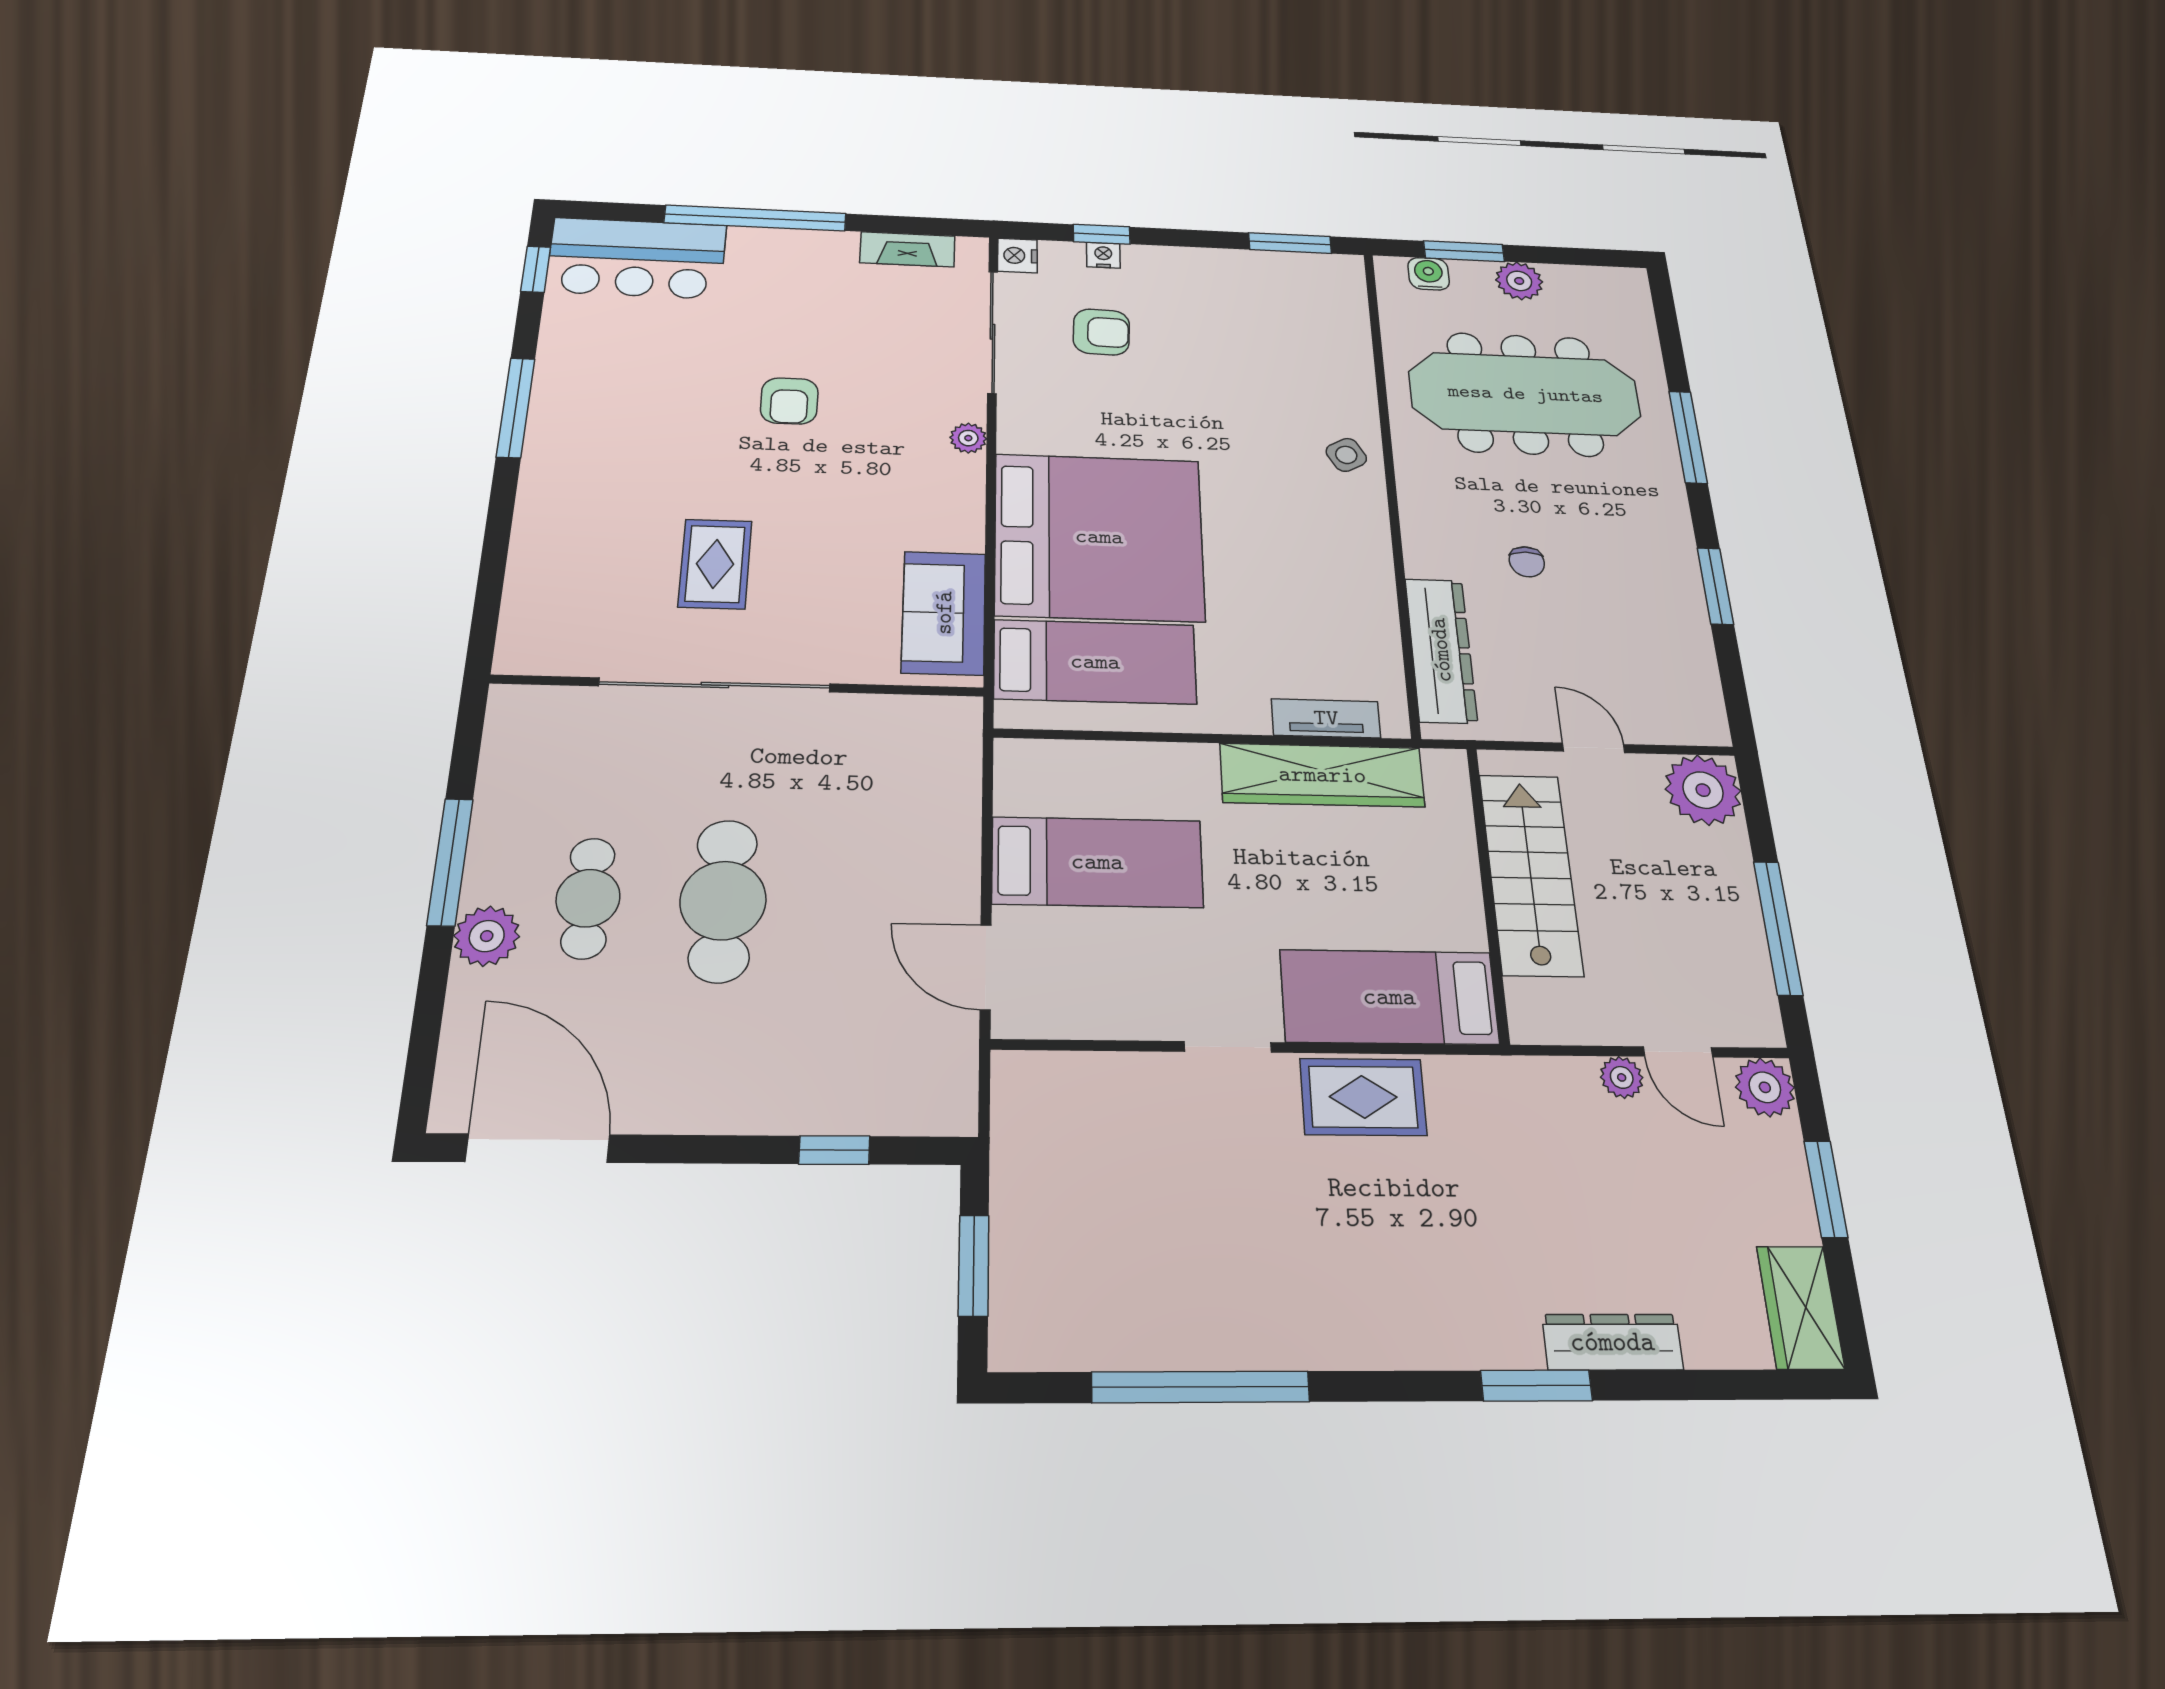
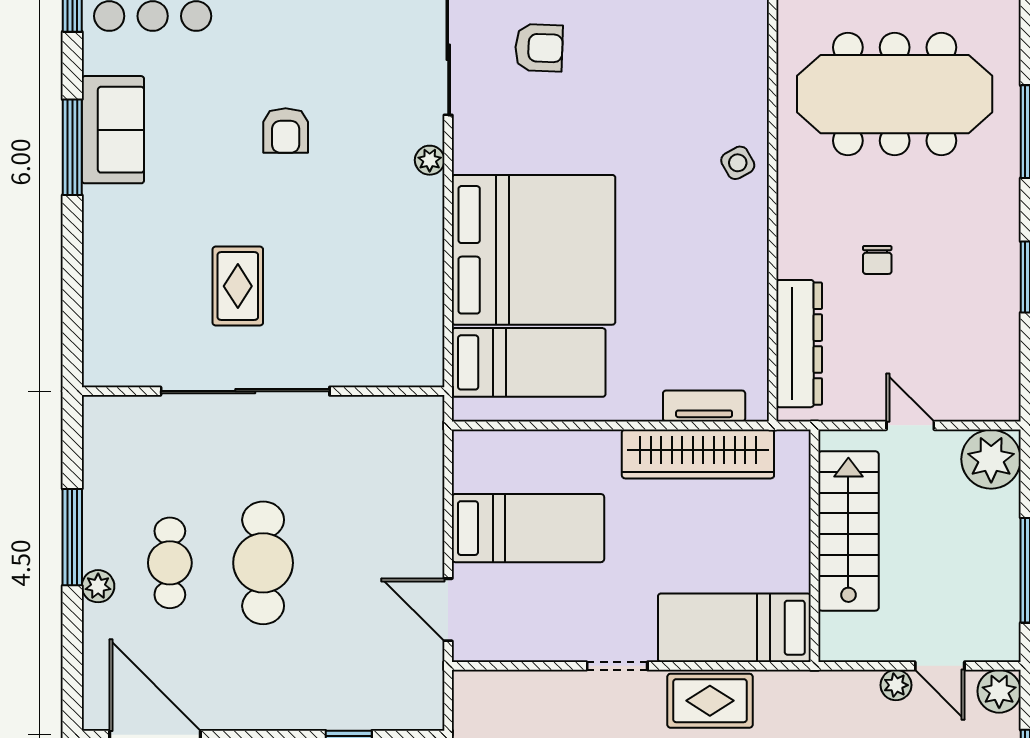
sofa: (944, 613) -> (113, 130), moved, turned 180
plant: (487, 936) -> (98, 586), width x0.73, depth x0.73

